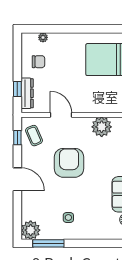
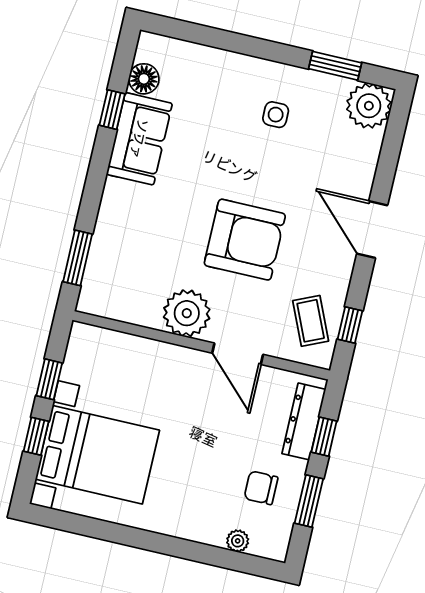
window: (17, 61) -> (309, 501), added
plant: (102, 127) -> (187, 313), moved
armchair: (69, 163) -> (245, 240), turned -90
window: (48, 243) -> (335, 66), width x0.69

